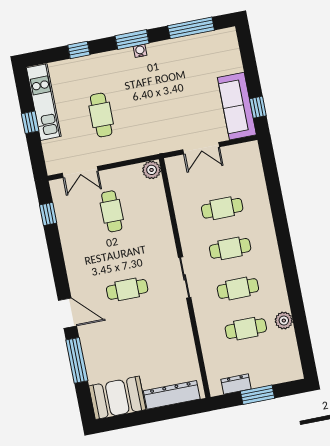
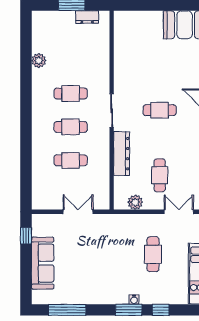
window: (132, 40) -> (129, 310), moved
water cooler: (140, 51) -> (134, 300), moved
sofa: (237, 106) -> (43, 263), moved
plant: (152, 170) -> (135, 202), moved
cafe table: (246, 329) -> (71, 60), removed
dresser: (172, 395) -> (122, 154), moved, turned -90

